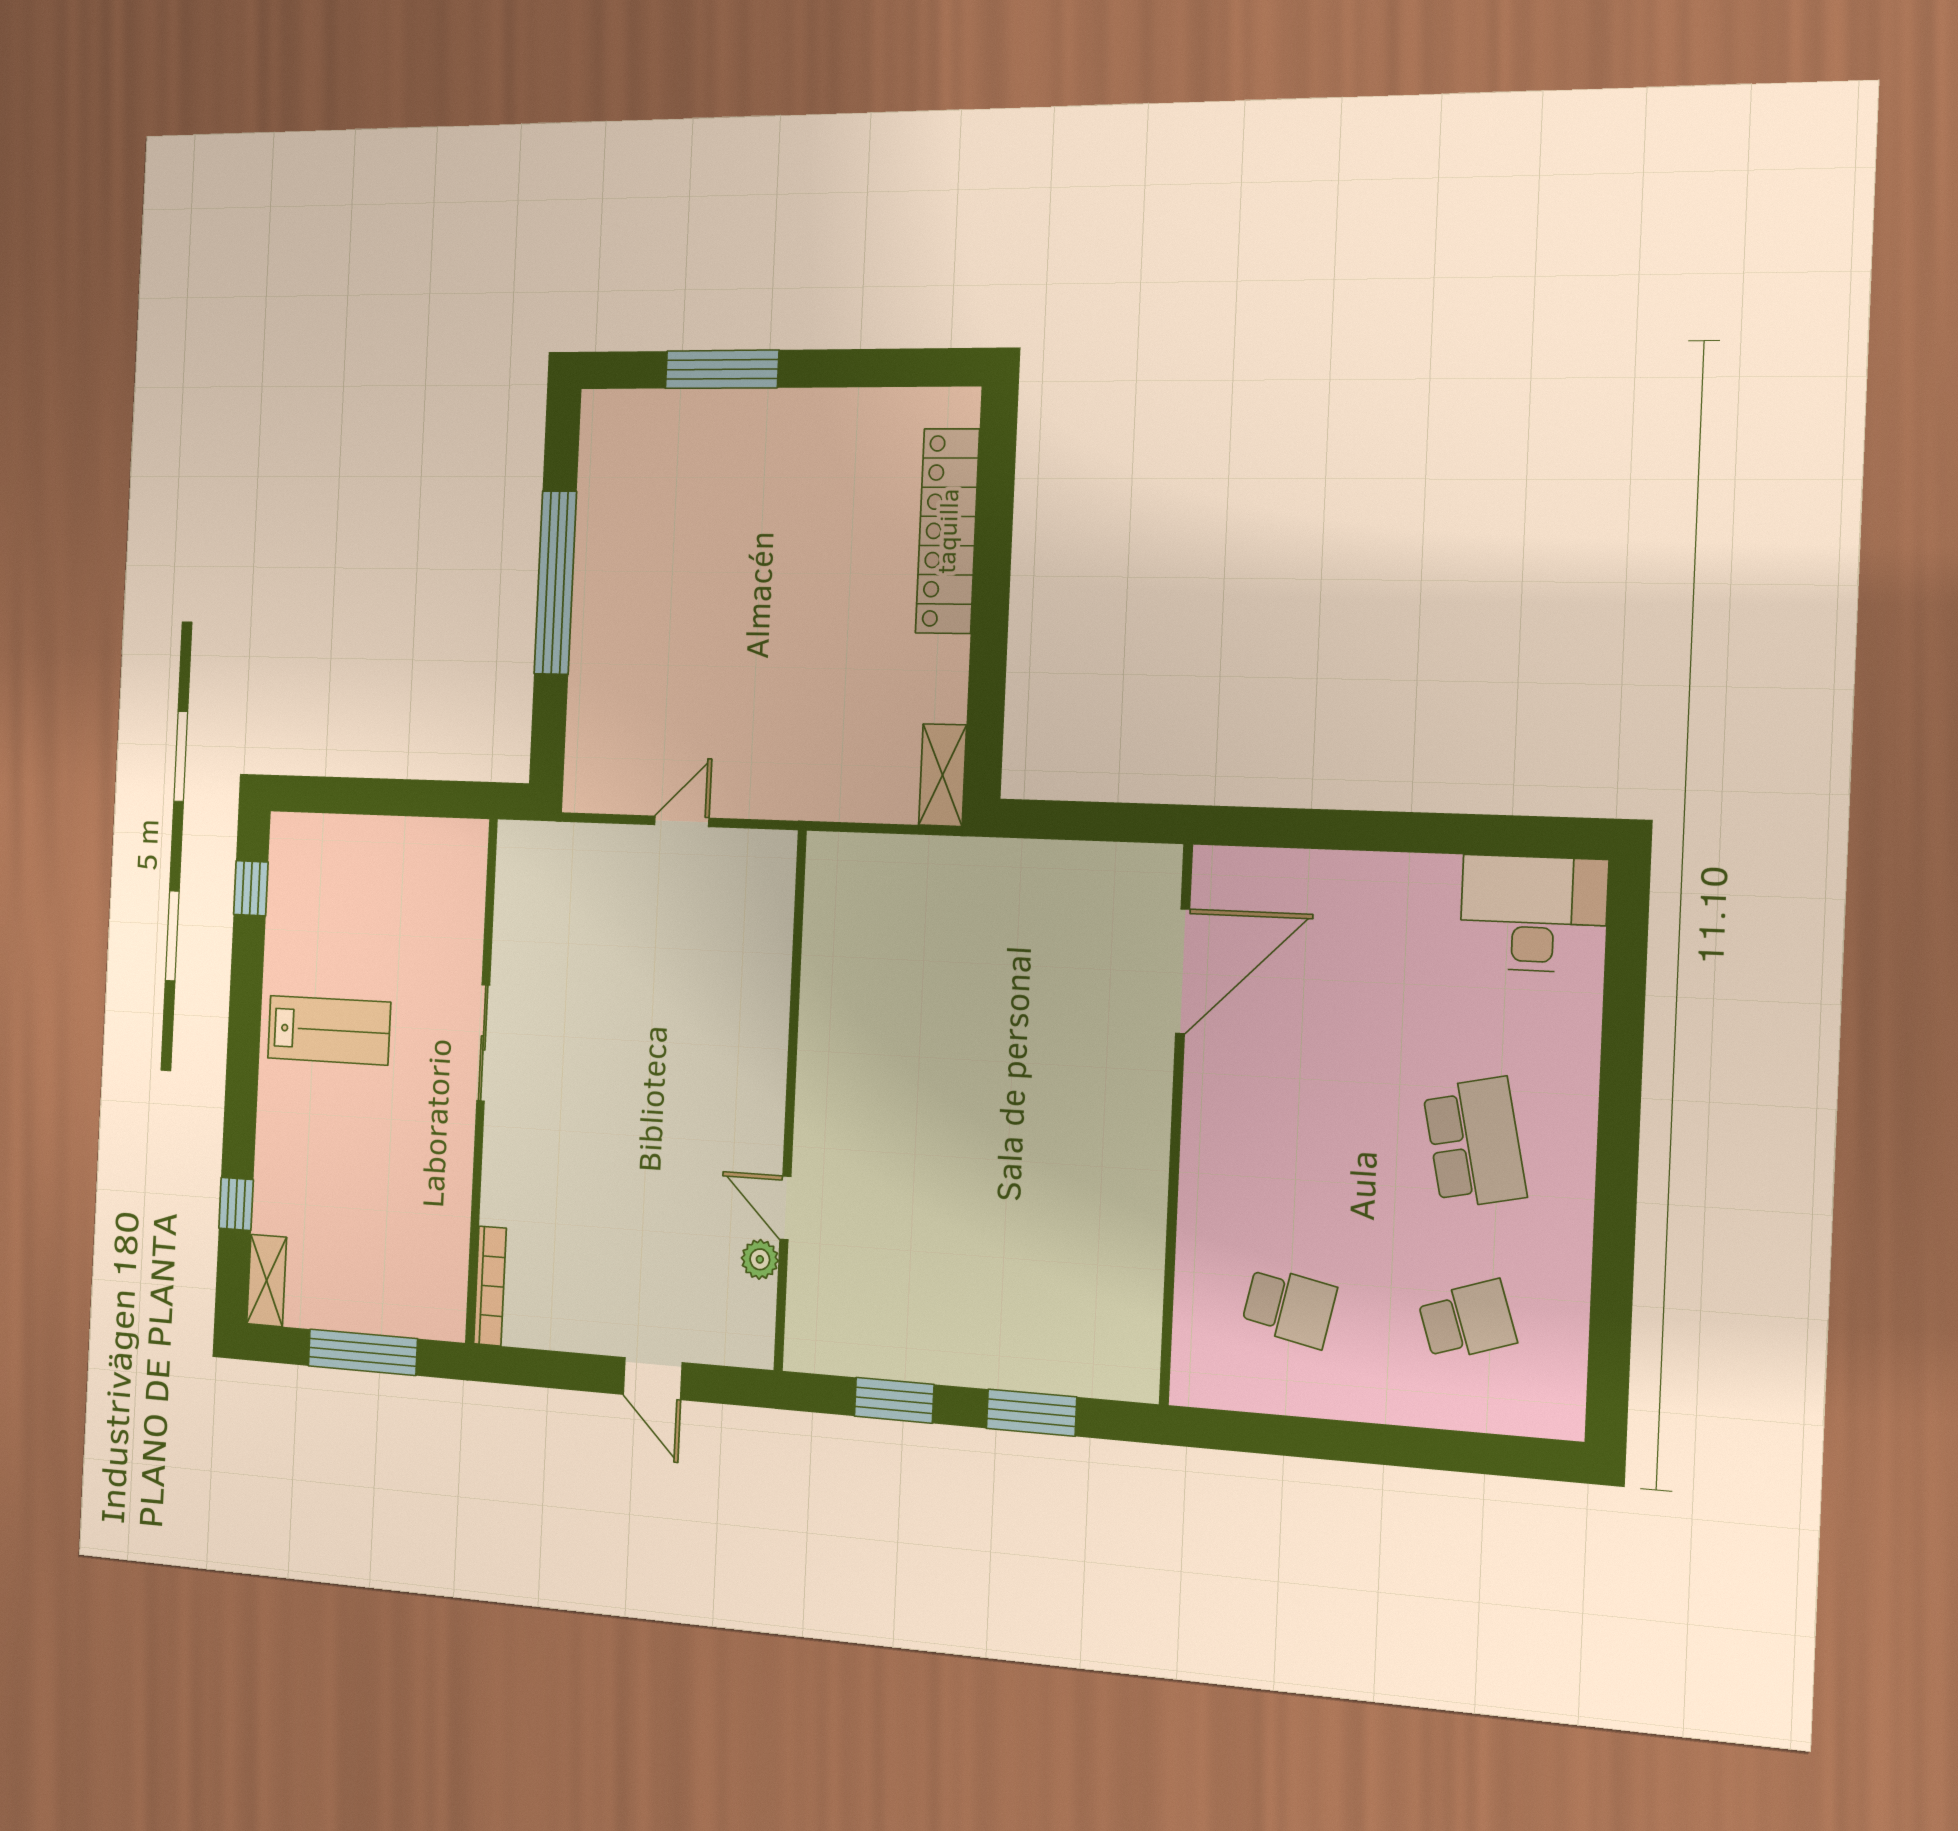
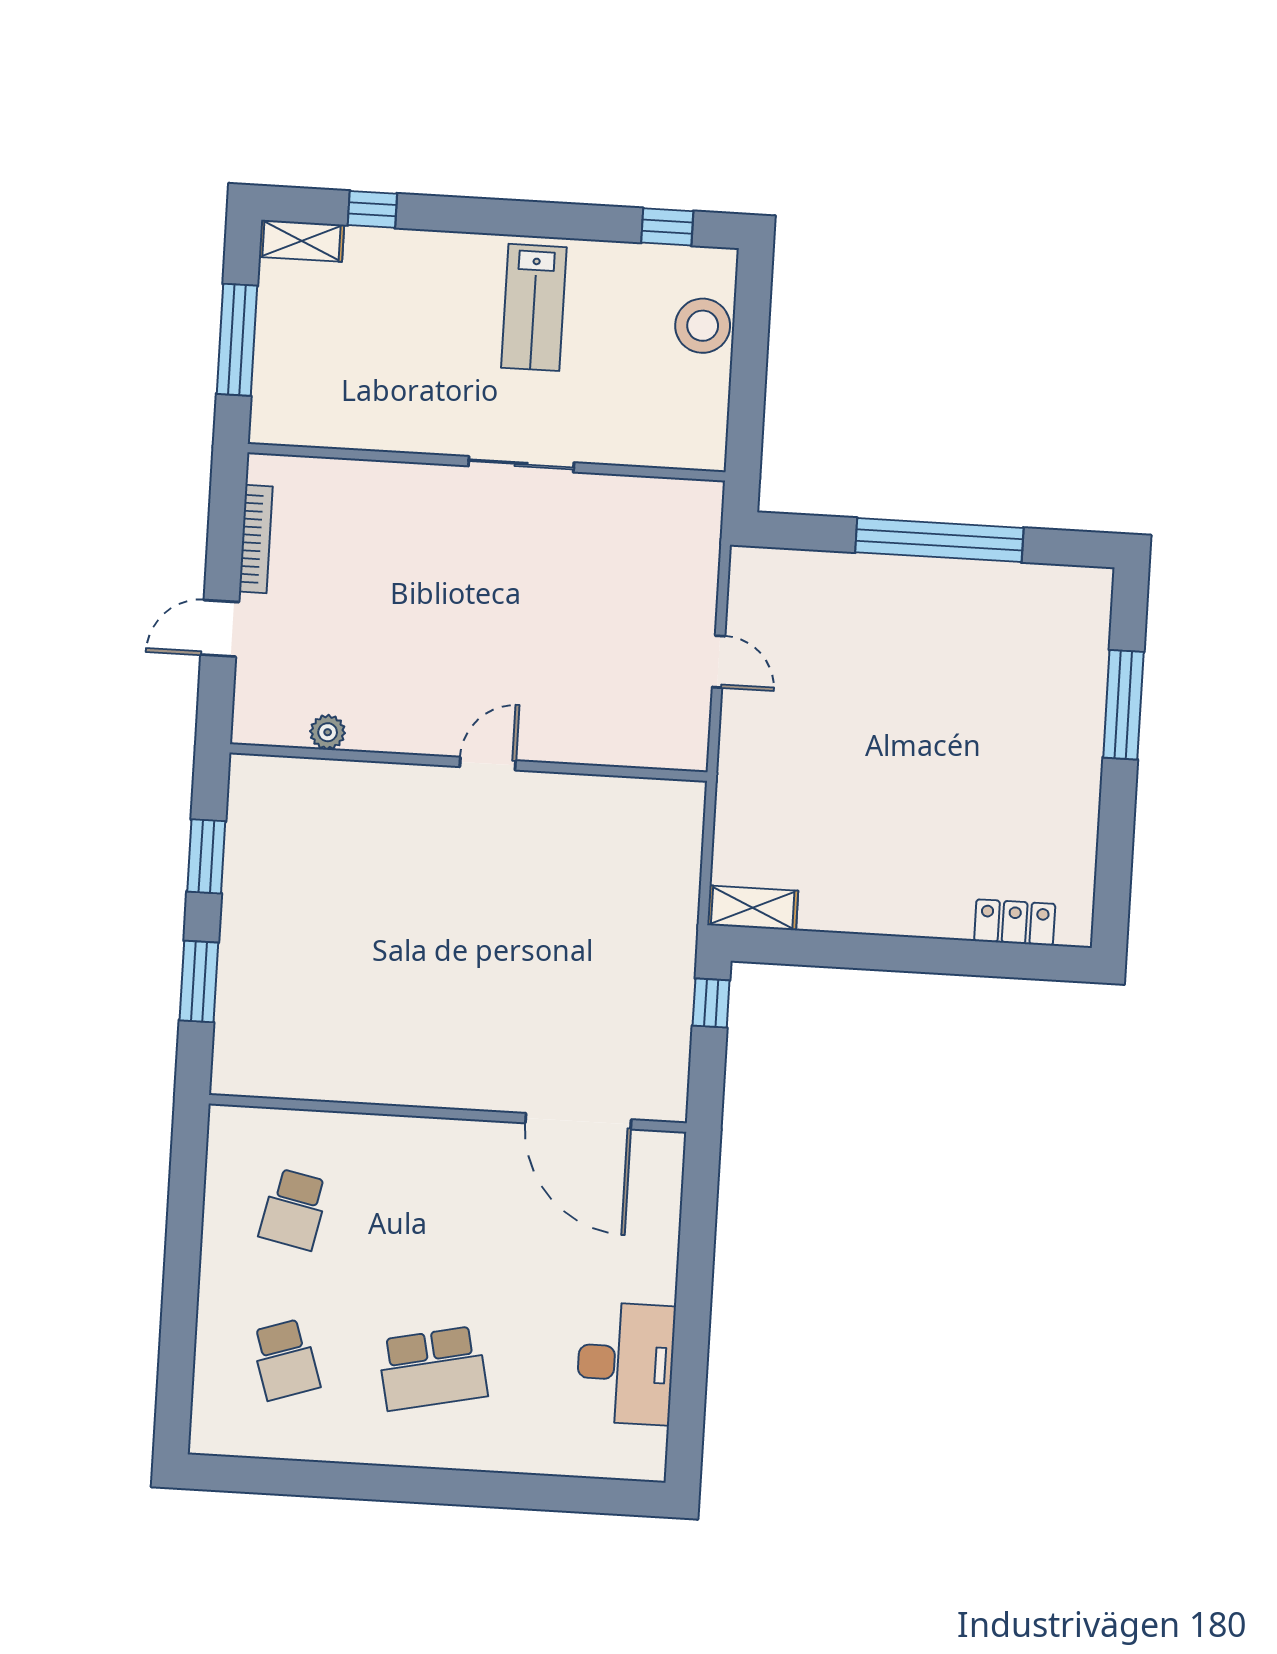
locker: (947, 531) -> (1015, 922), width x0.46, depth x0.83
window: (1048, 820) -> (711, 1003), added
stool: (346, 848) -> (703, 326), added
desk: (1534, 914) -> (625, 1363), moved
door: (785, 1208) -> (488, 764), moved
bookcase: (490, 1286) -> (256, 539), moved, turned -90

